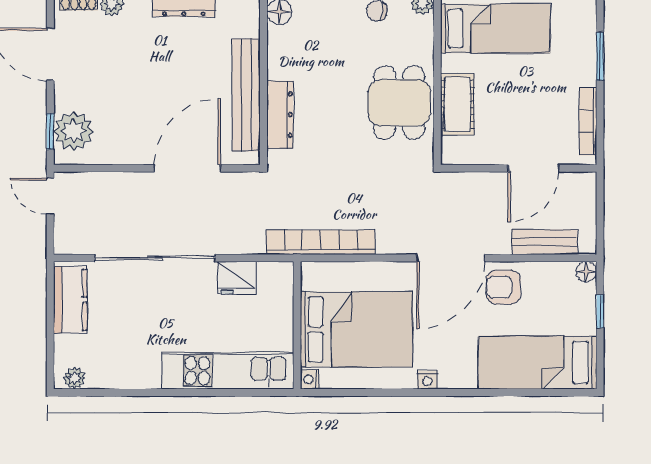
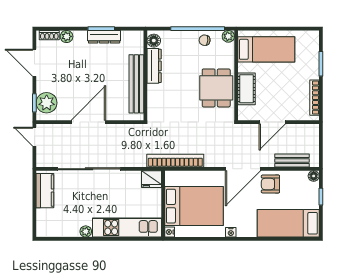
dresser: (280, 115) -> (154, 66), moved
door: (187, 168) -> (88, 122), moved
door: (533, 168) -> (272, 122), moved
fridge: (237, 278) -> (151, 179), moved
plant: (74, 378) -> (86, 231), moved

